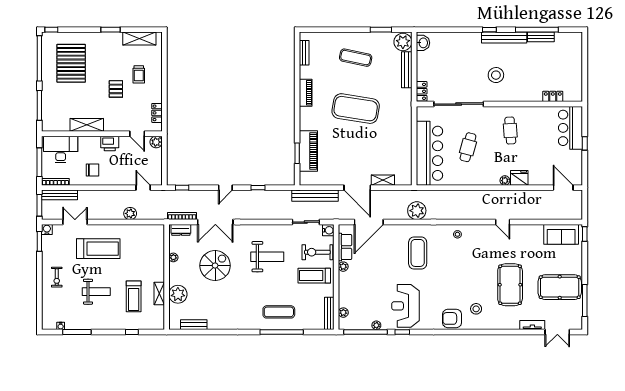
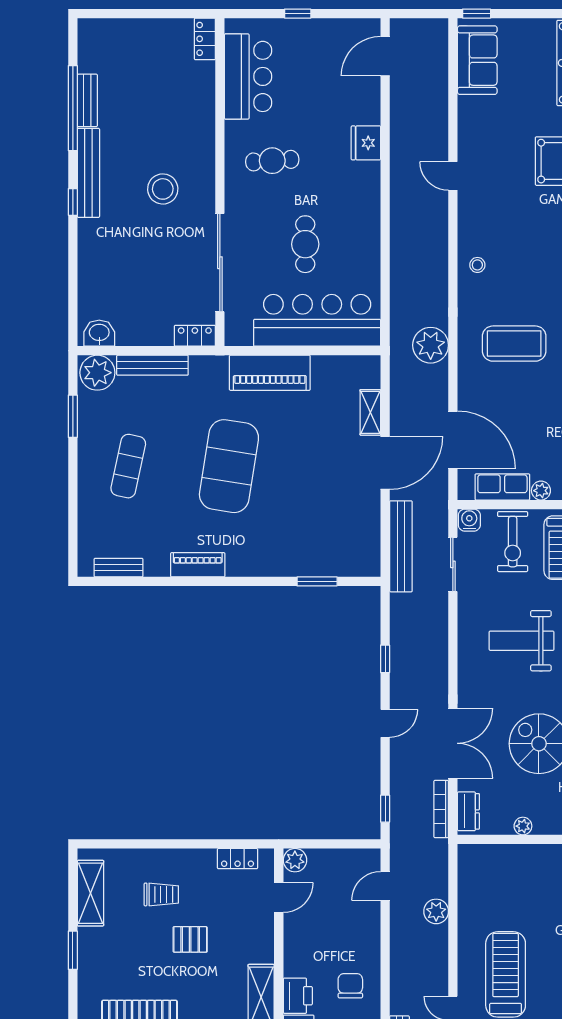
locker: (553, 96) -> (205, 39), moved
bar counter: (570, 128) -> (248, 76), moved, turned -90
printer: (110, 143) -> (298, 996), moved
cafe table: (468, 147) -> (305, 244), turned 75
piano: (308, 151) -> (270, 373), moved, turned 180
plant: (505, 181) -> (371, 171), removed
door: (225, 188) -> (385, 723), hinge flipped
door: (503, 222) -> (453, 176), swing flipped
weight bench: (267, 257) -> (522, 641), turned -90

